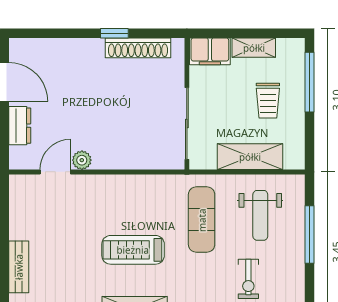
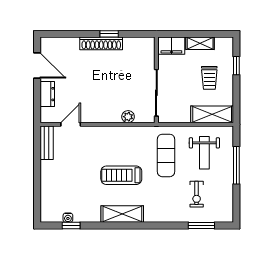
shoe rack: (138, 48) -> (101, 43), moved
window: (309, 82) -> (236, 66), width x0.46
shelving: (250, 157) -> (212, 114), moved
plant: (82, 160) -> (128, 117), moved
bench: (19, 267) -> (47, 143), moved

